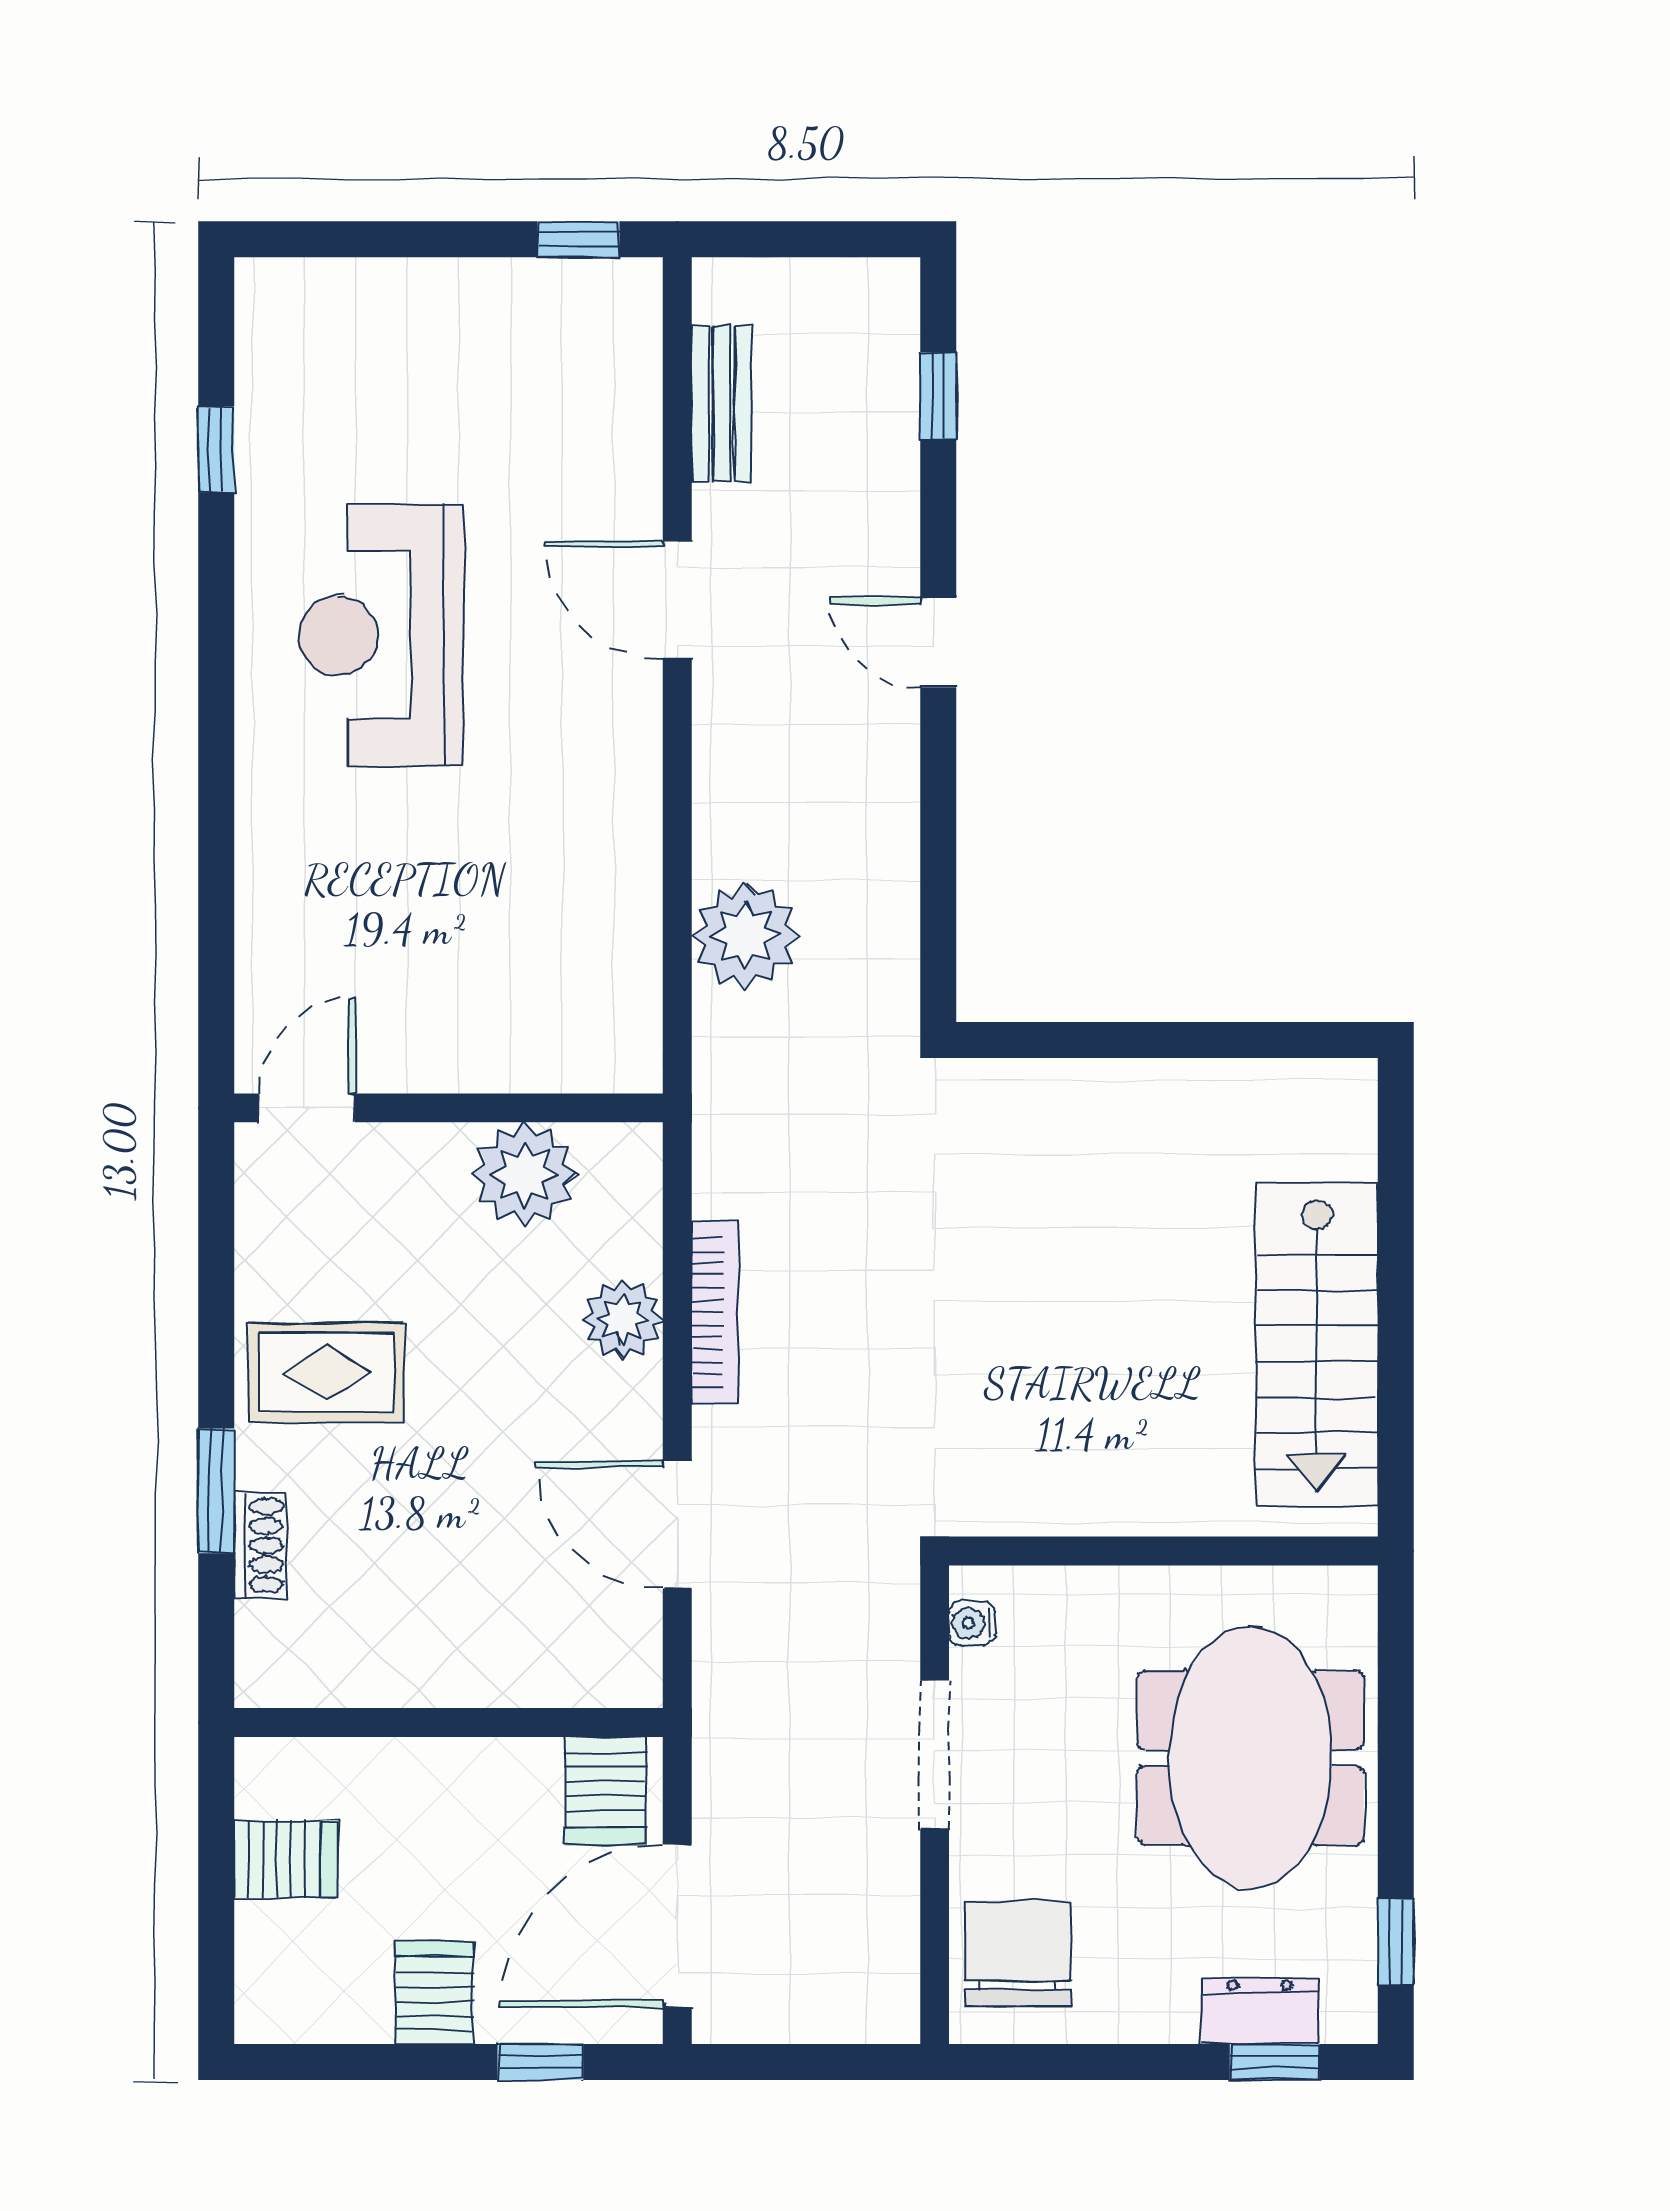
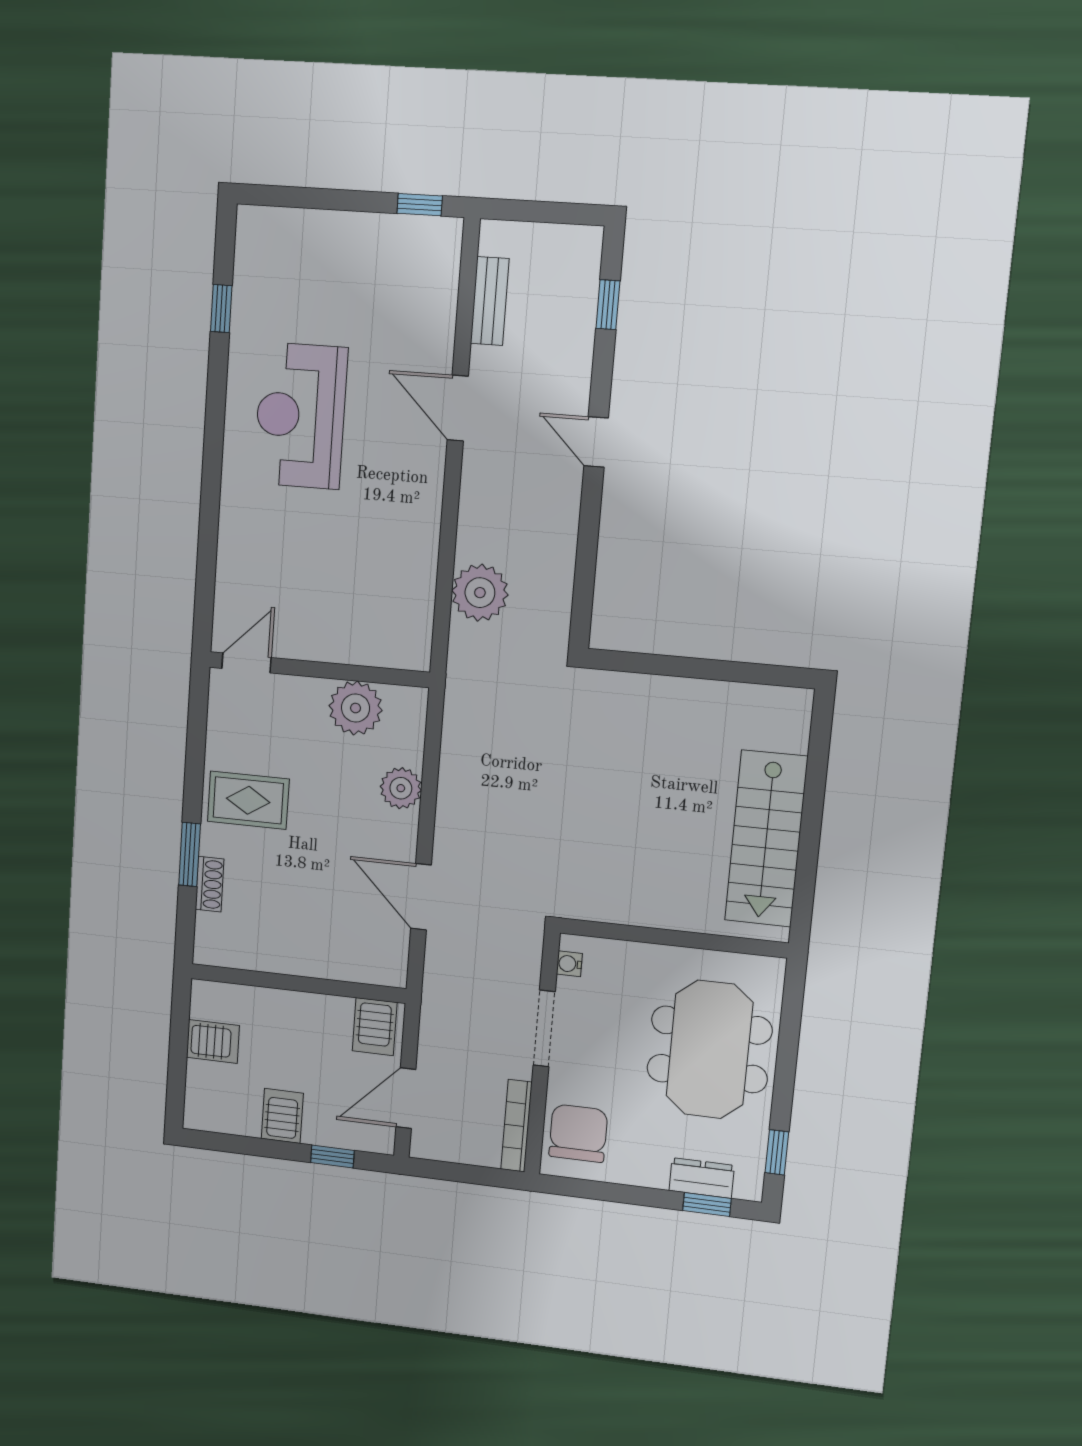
bookcase: (715, 1313) -> (516, 1126), moved, turned 180
door: (677, 1926) -> (406, 1098), width x0.73

